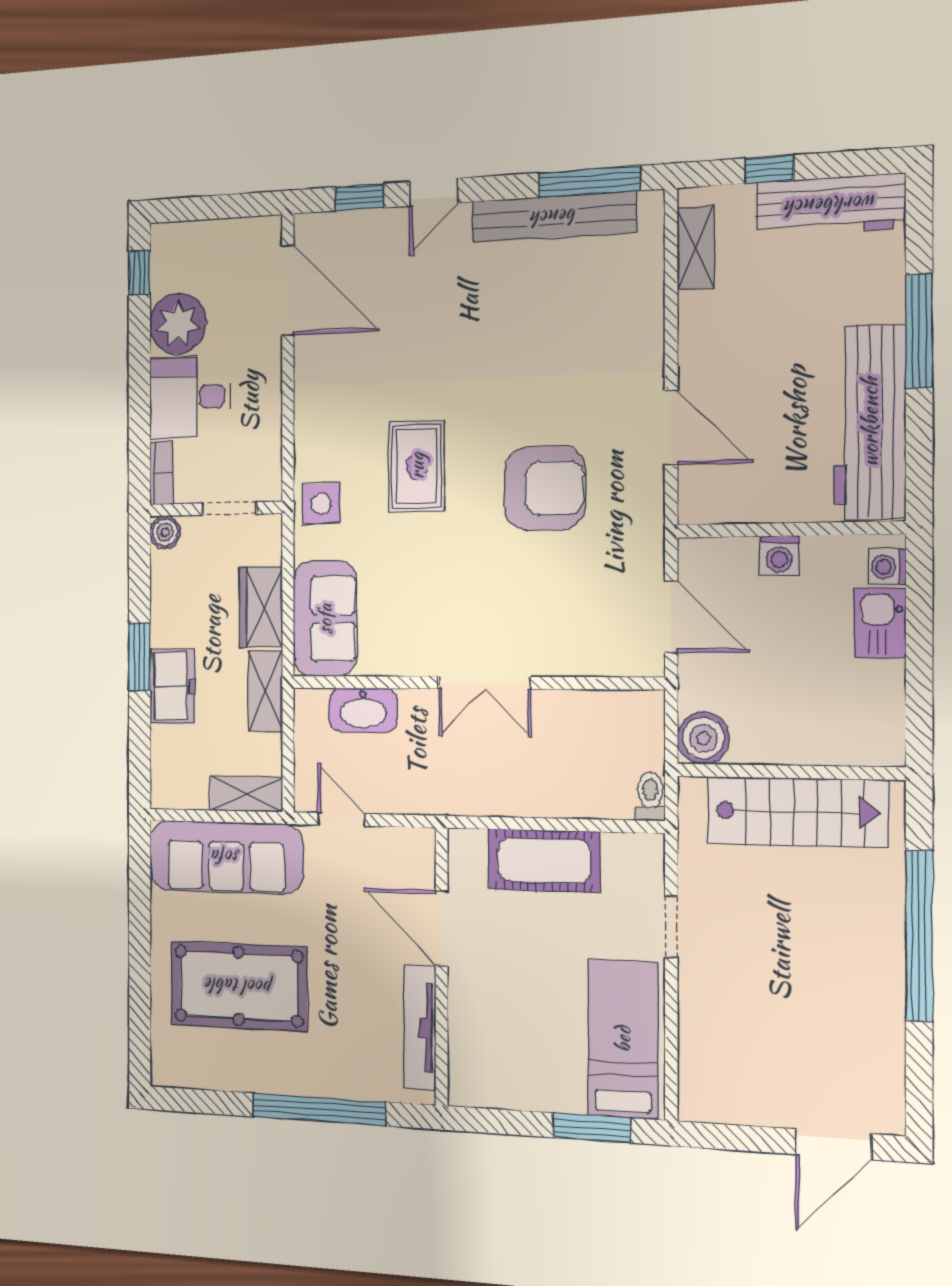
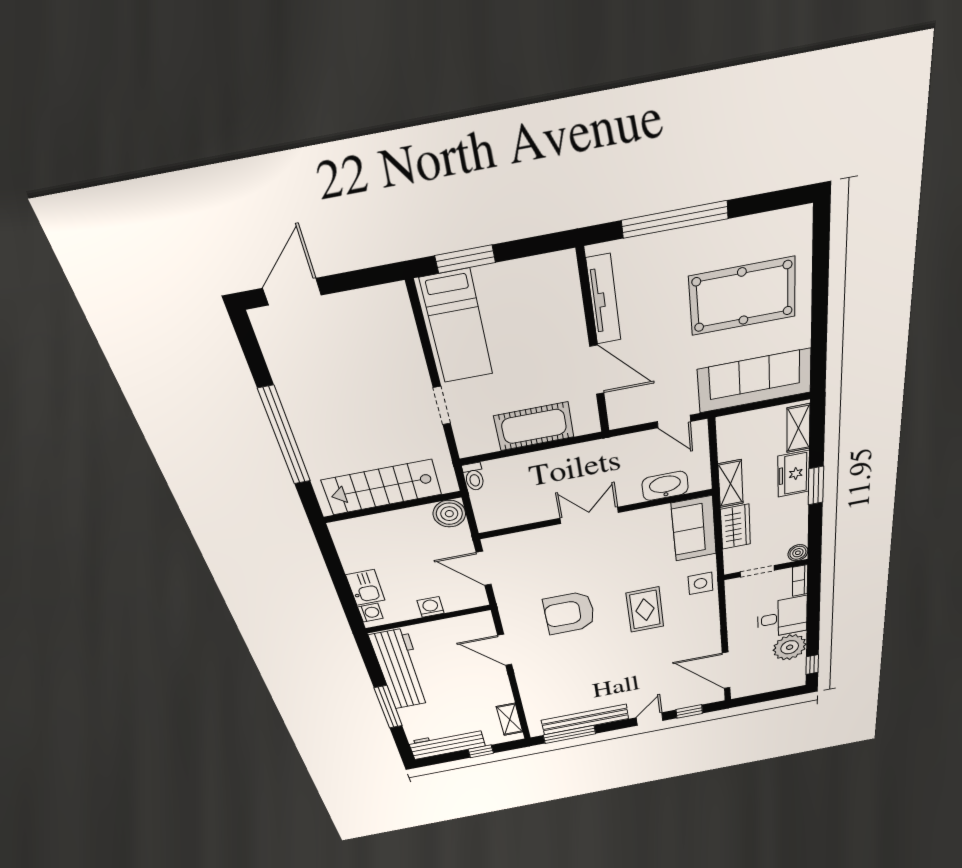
shelving: (246, 794) -> (798, 428), moved, turned 90

